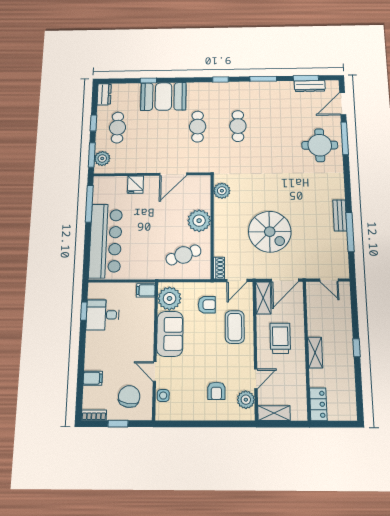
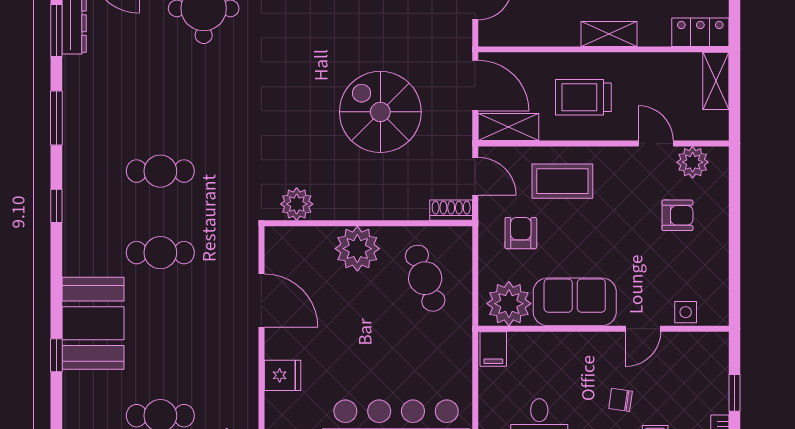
spiral stairs: (270, 232) -> (380, 112), turned -90
chair: (129, 397) -> (621, 400), moved, width x0.54, depth x0.54
shelving: (274, 413) -> (716, 81), moved

